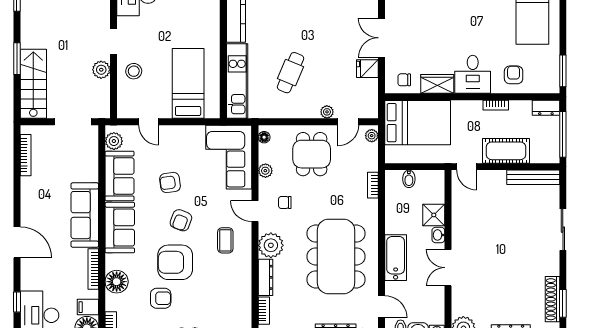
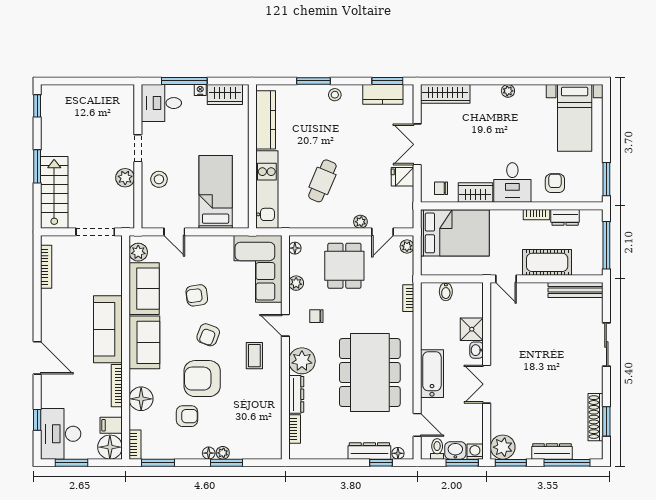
dresser: (546, 108) -> (565, 217), moved

